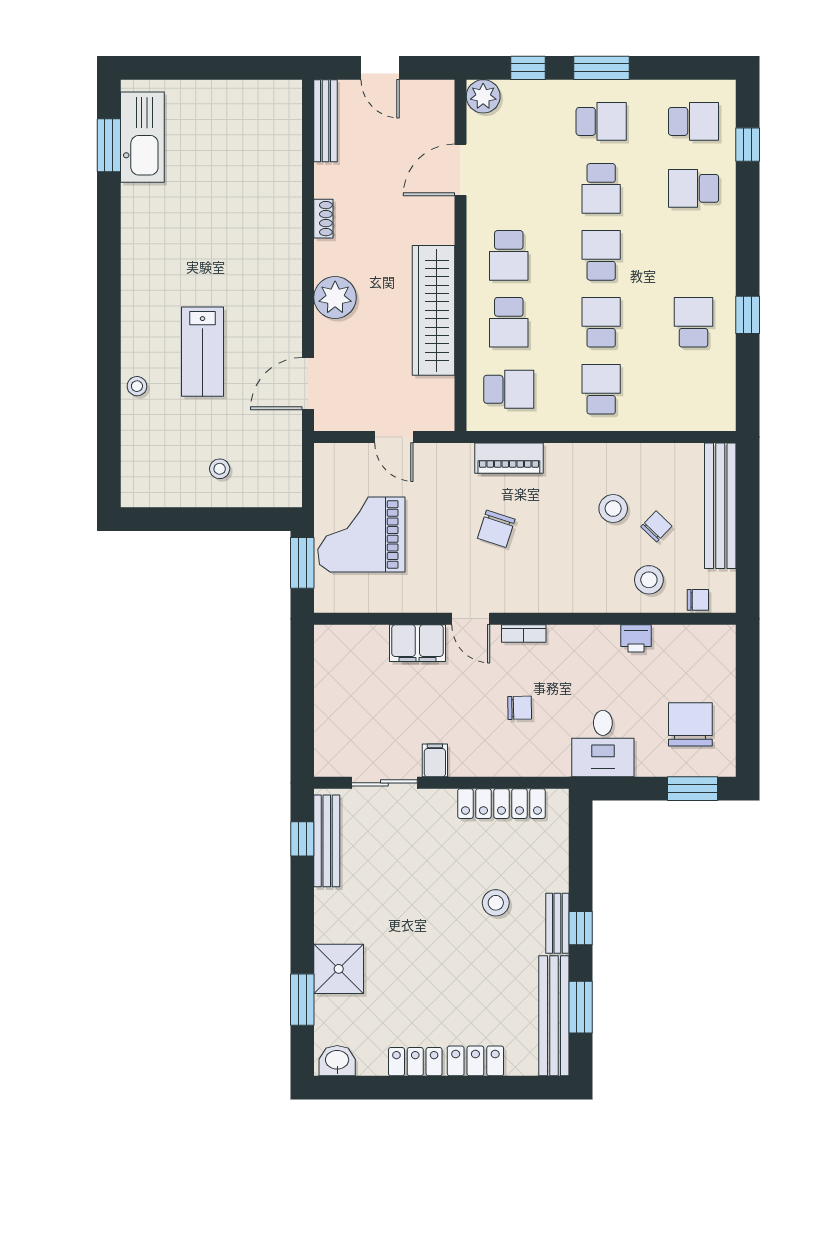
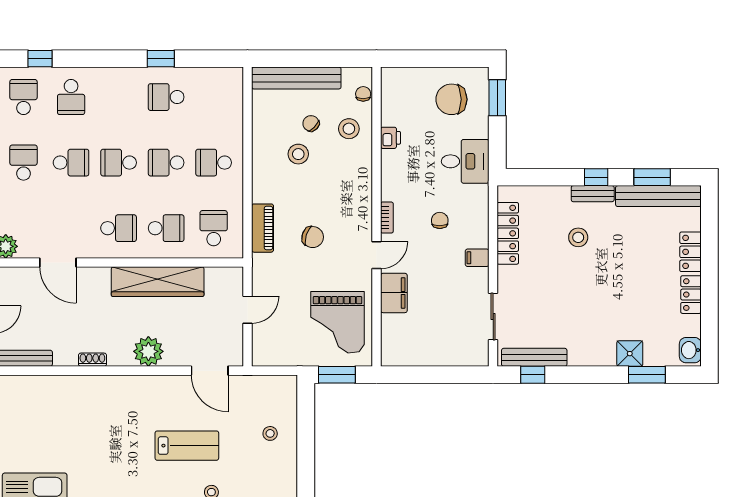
grand piano: (361, 534) -> (338, 322), moved
filing cabinet: (435, 760) -> (477, 258), moved
shower: (339, 969) -> (630, 354), width x0.73, depth x0.73

